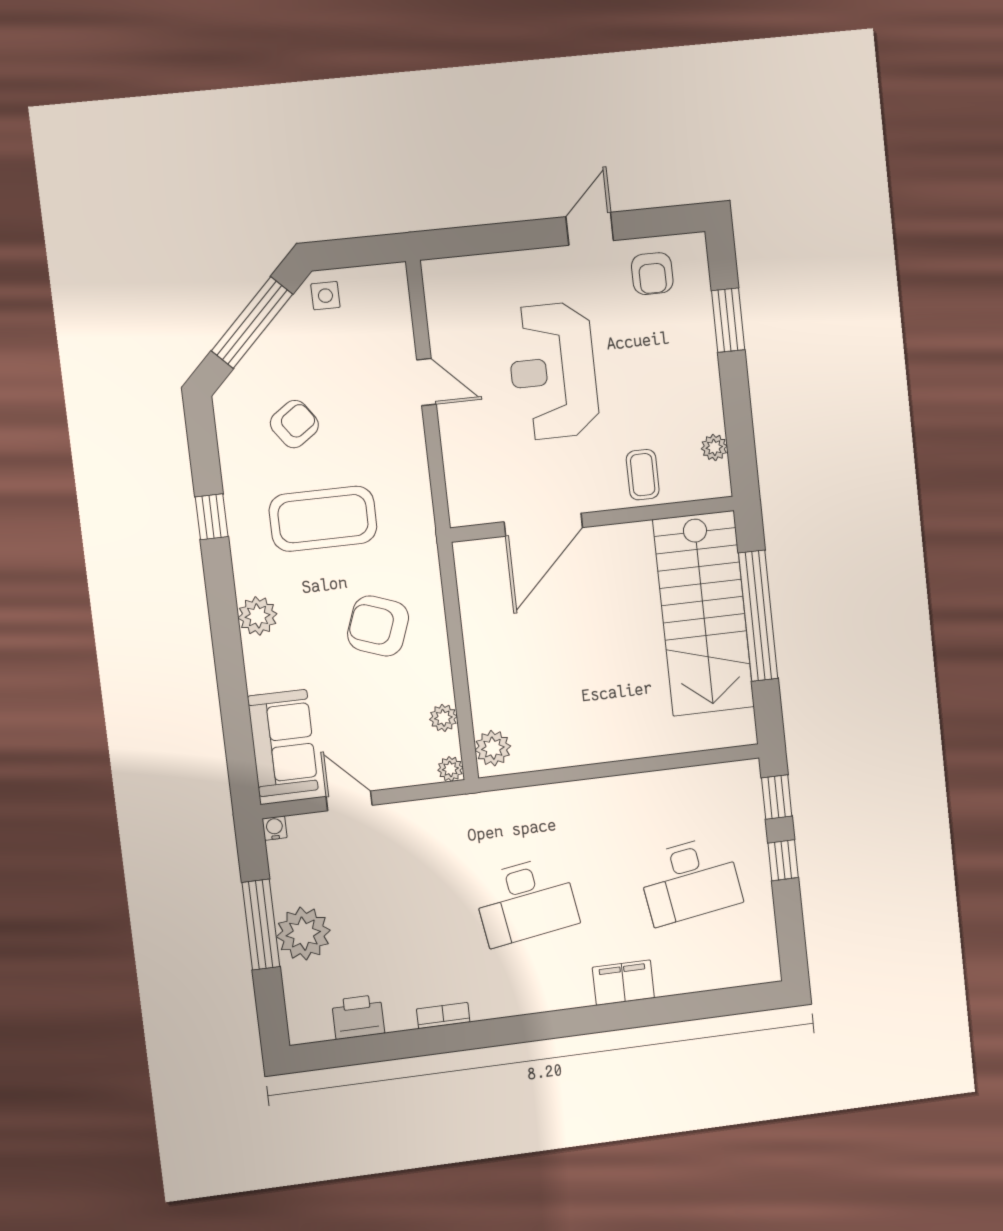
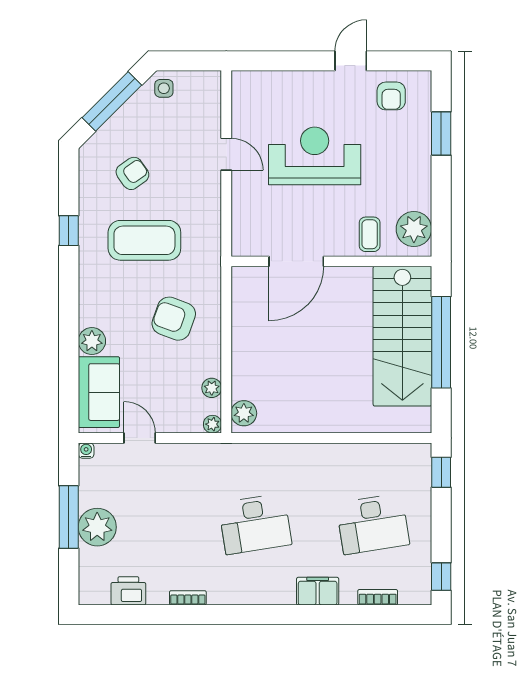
reception desk: (553, 371) -> (315, 156), turned 90
plant: (714, 447) -> (414, 229), width x1.87, depth x1.87
plant: (258, 616) -> (92, 341), moved
window: (783, 860) -> (441, 577), moved
bookcase: (707, 980) -> (378, 597), added

